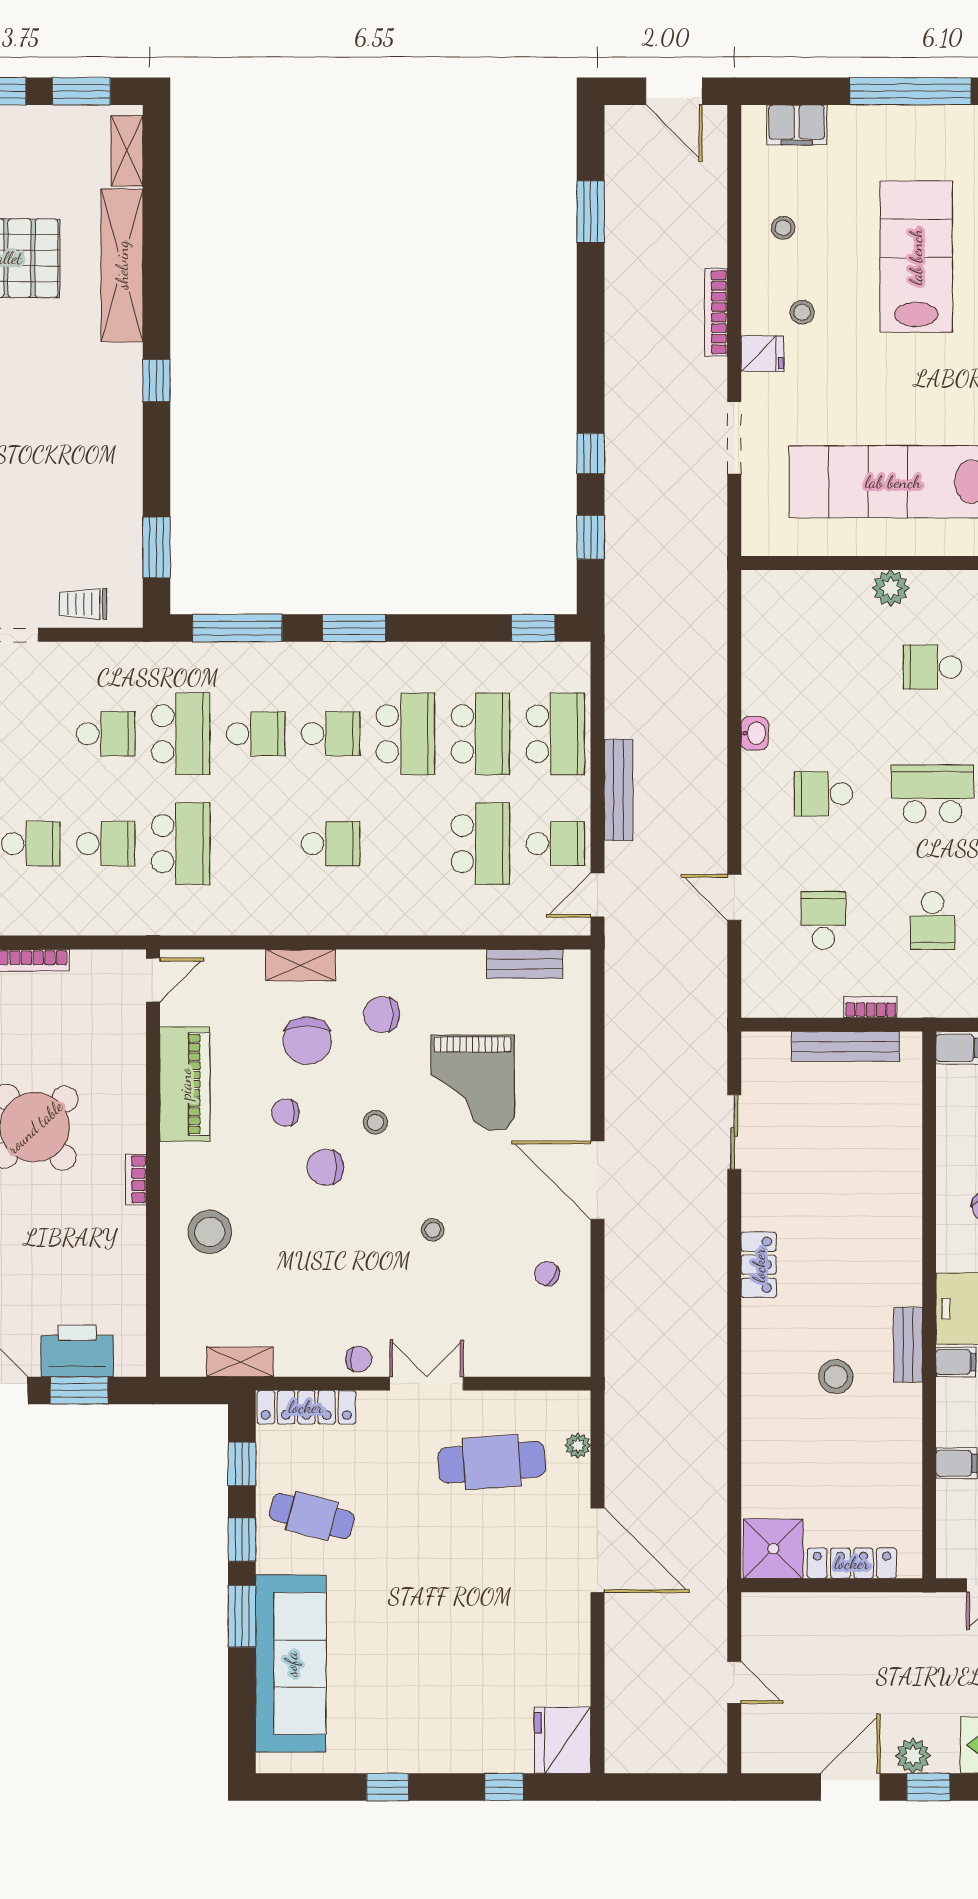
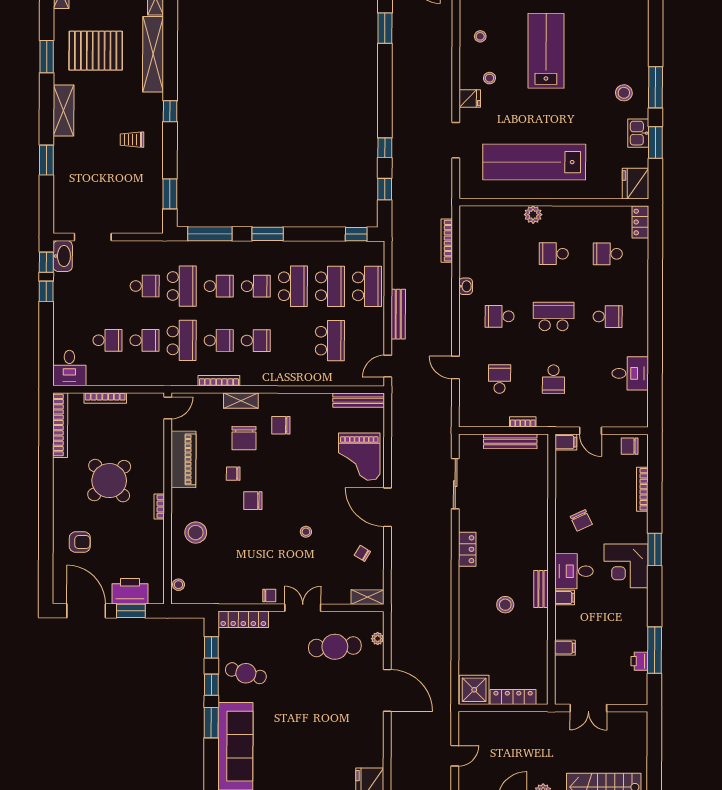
bookcase: (716, 312) -> (447, 241), moved
trolley: (83, 604) -> (132, 140), moved
school desk: (555, 844) -> (219, 340), moved
bookcase: (256, 925) -> (219, 381), added
bench: (525, 964) -> (359, 400), width x1.36
grand piano: (473, 1083) -> (359, 457), moved
stool: (375, 1122) -> (178, 585), moved
sliding door: (734, 1132) -> (455, 484), width x1.37
shelving: (240, 1362) -> (368, 597), moved
door: (734, 1682) -> (455, 756), hinge flipped

